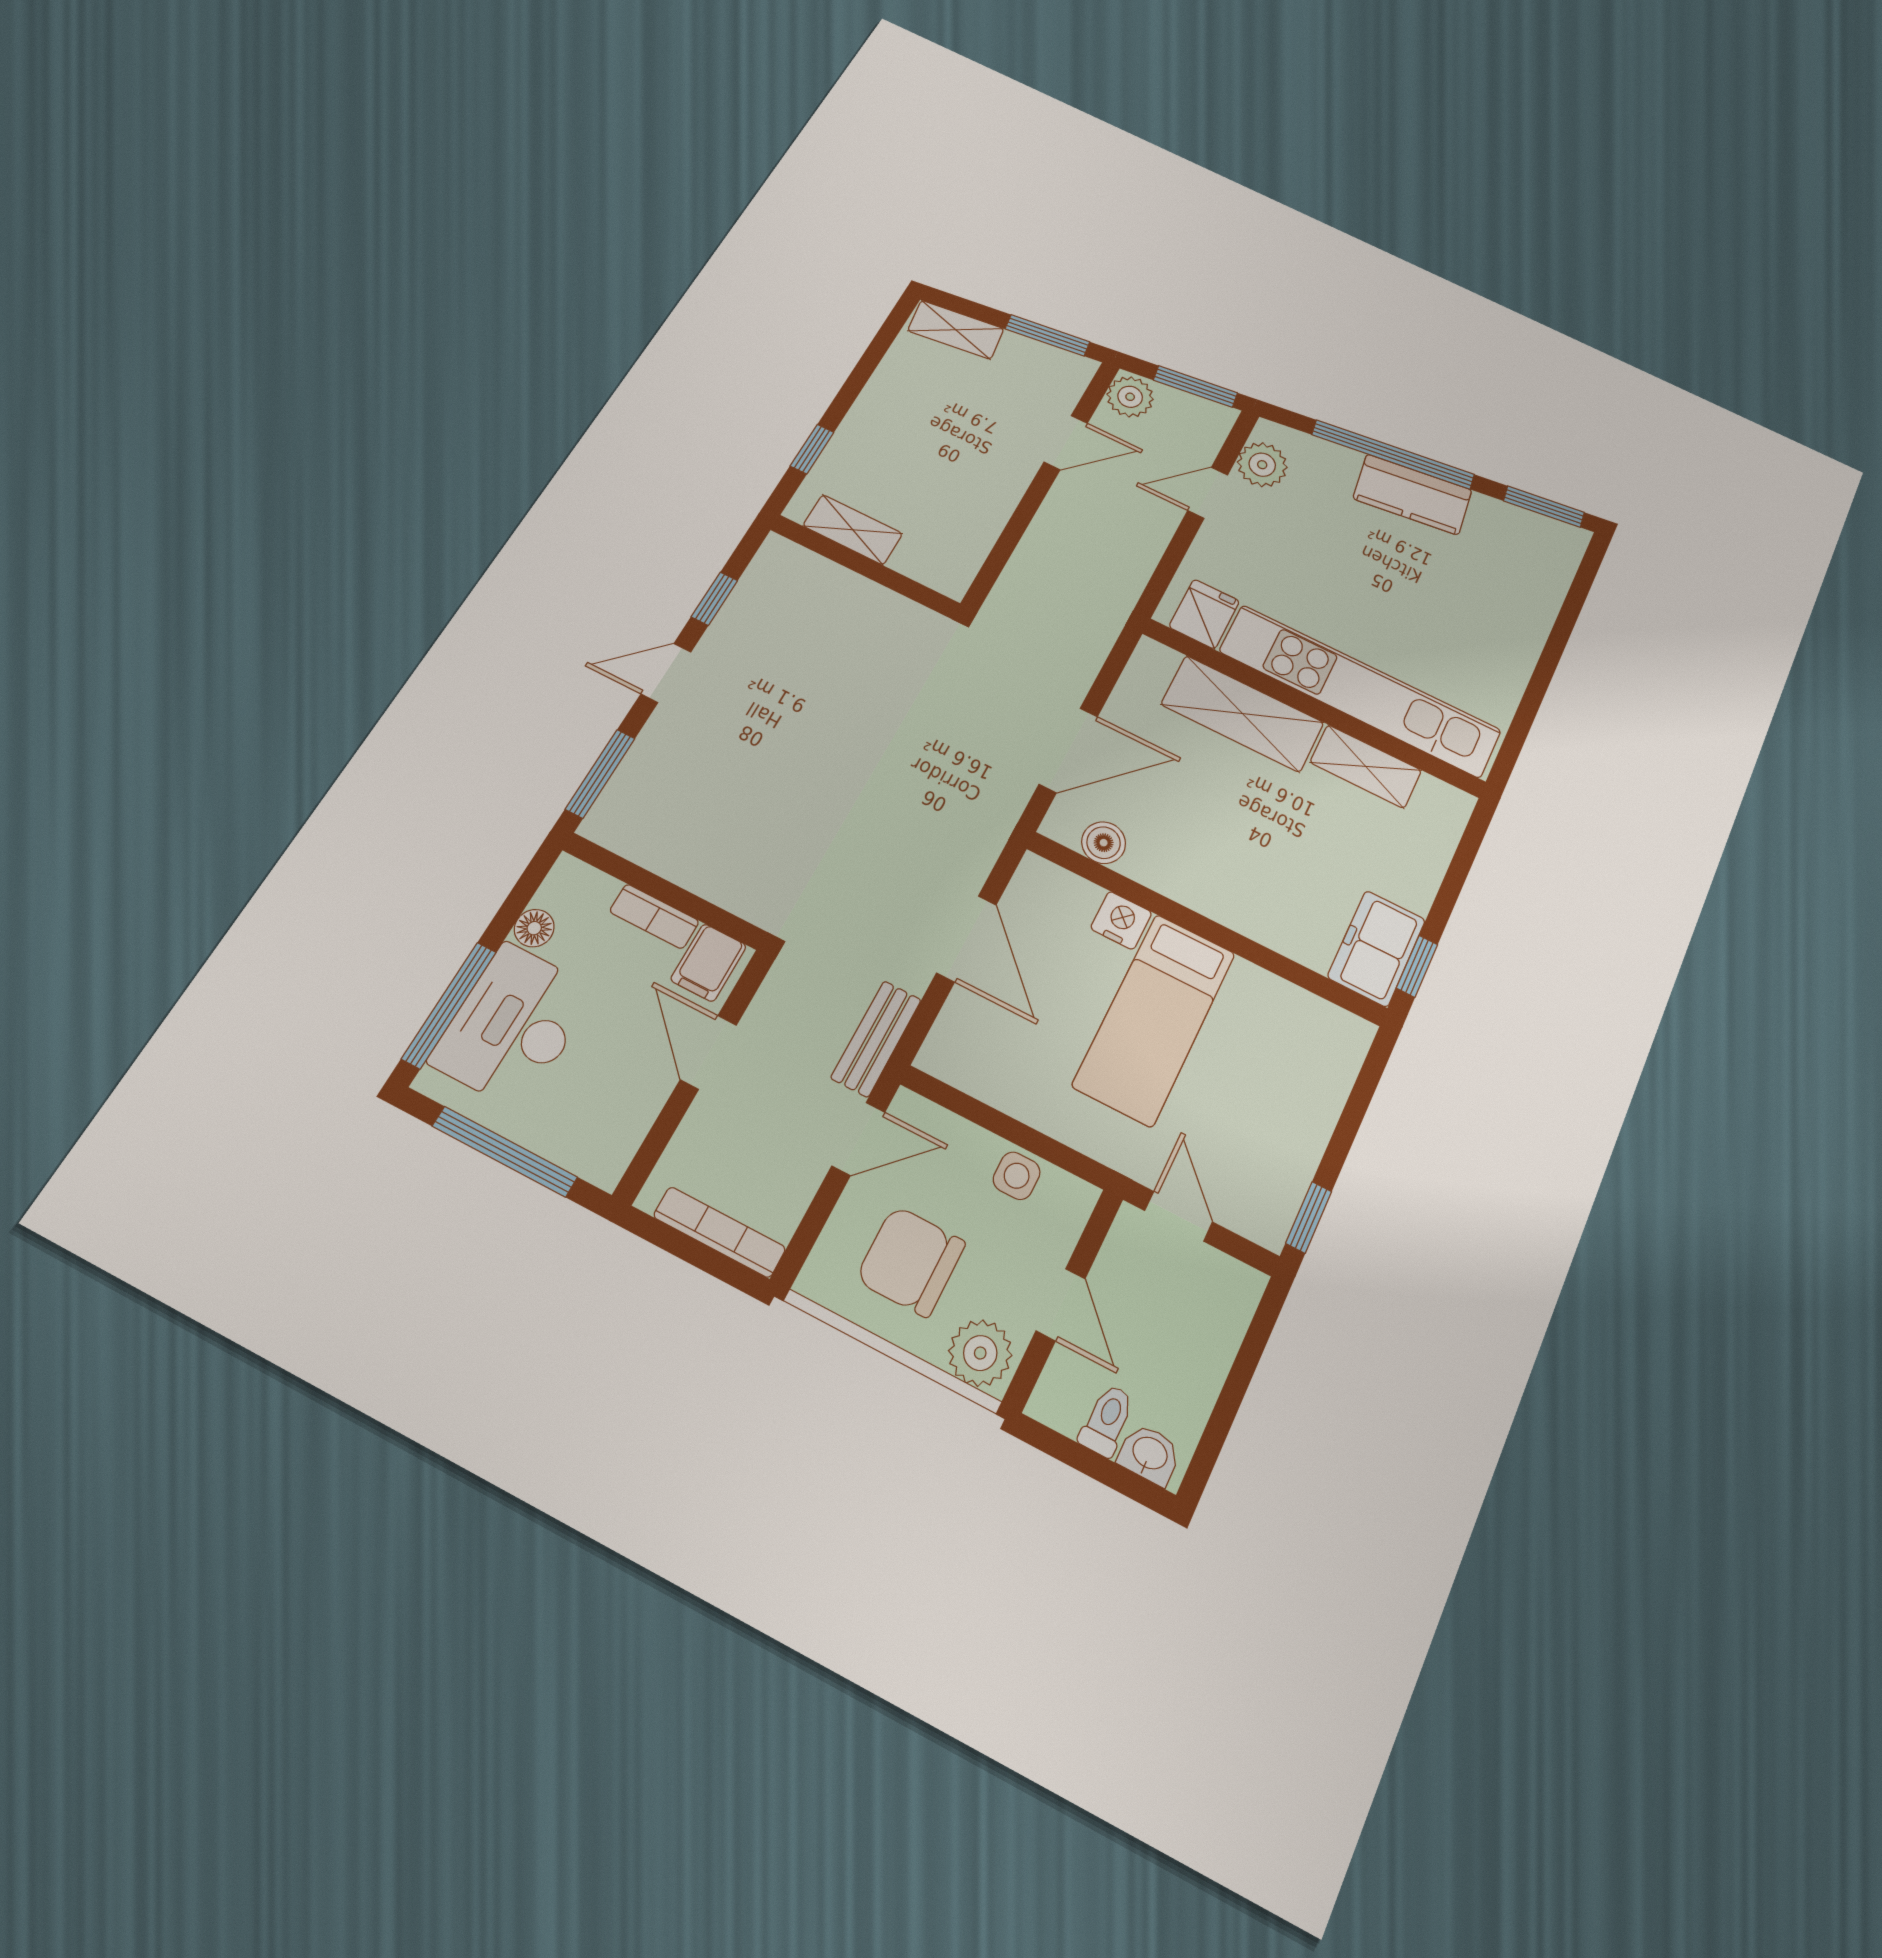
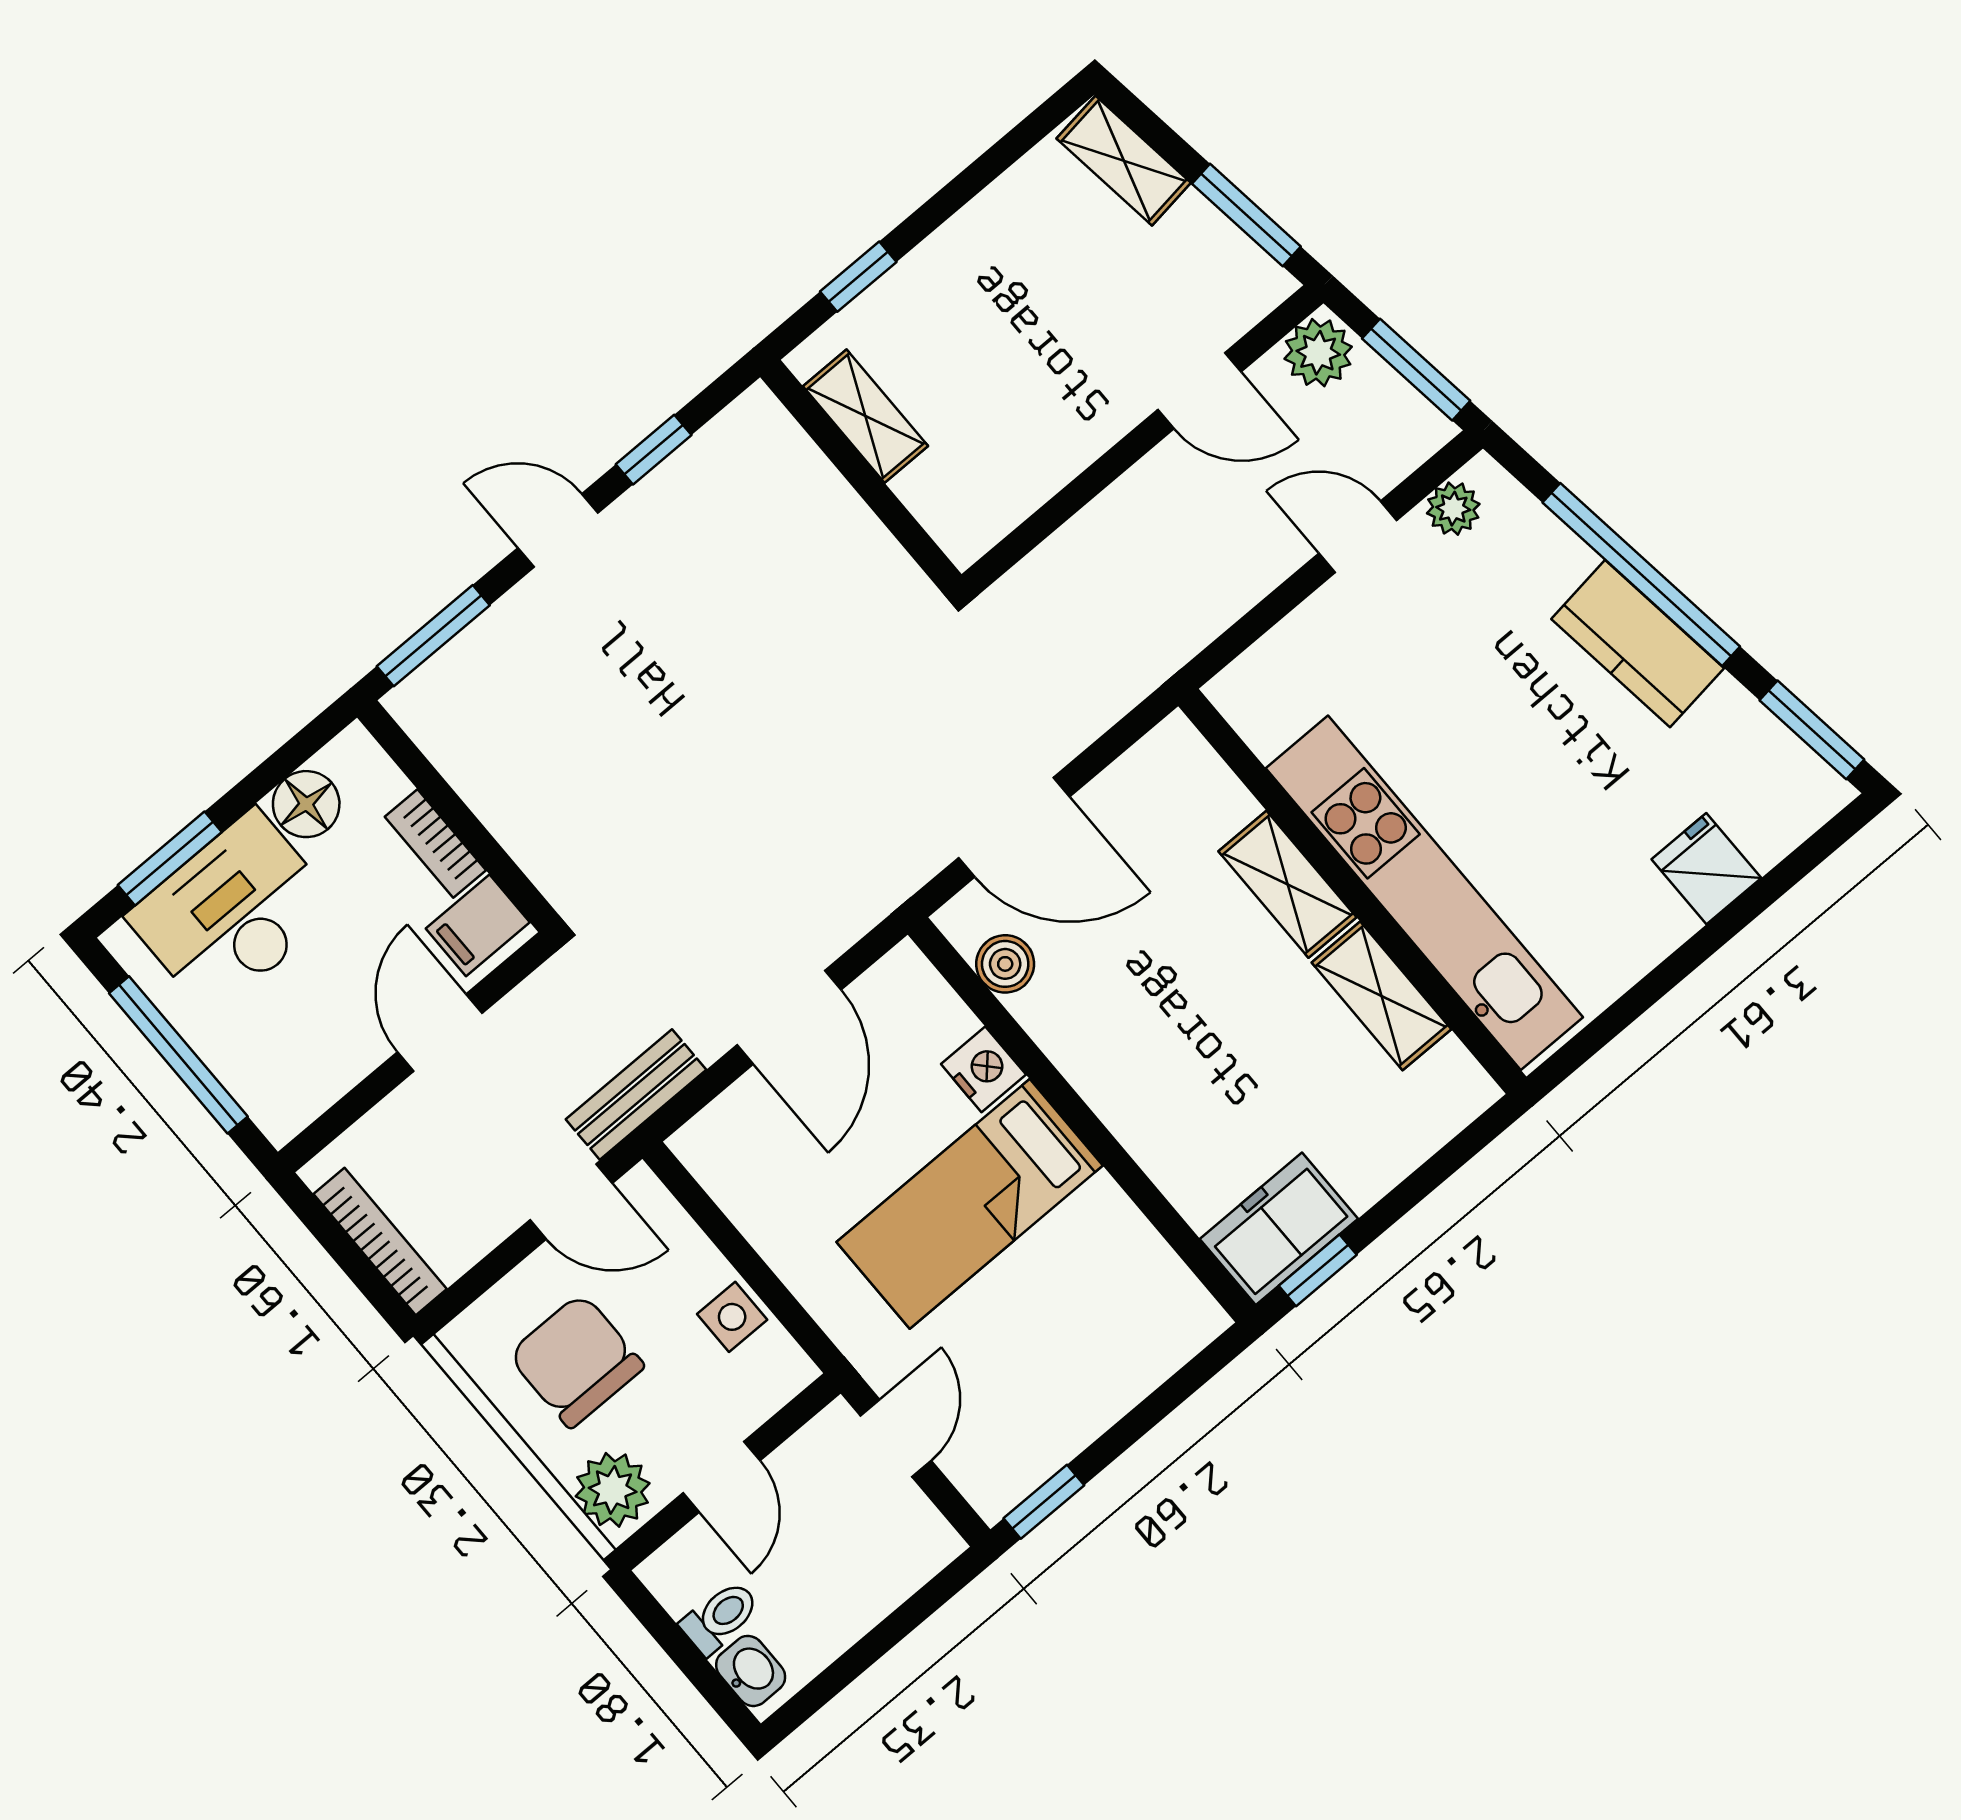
plant: (1262, 465) -> (1453, 509), width x0.73, depth x0.73
fridge: (1204, 614) -> (1706, 869), moved, turned -90
shelving: (1242, 714) -> (1287, 884), width x0.67, depth x0.75
floor lamp: (534, 928) -> (306, 804), width x1.37, depth x1.37
window: (449, 1005) -> (170, 858), width x0.69

